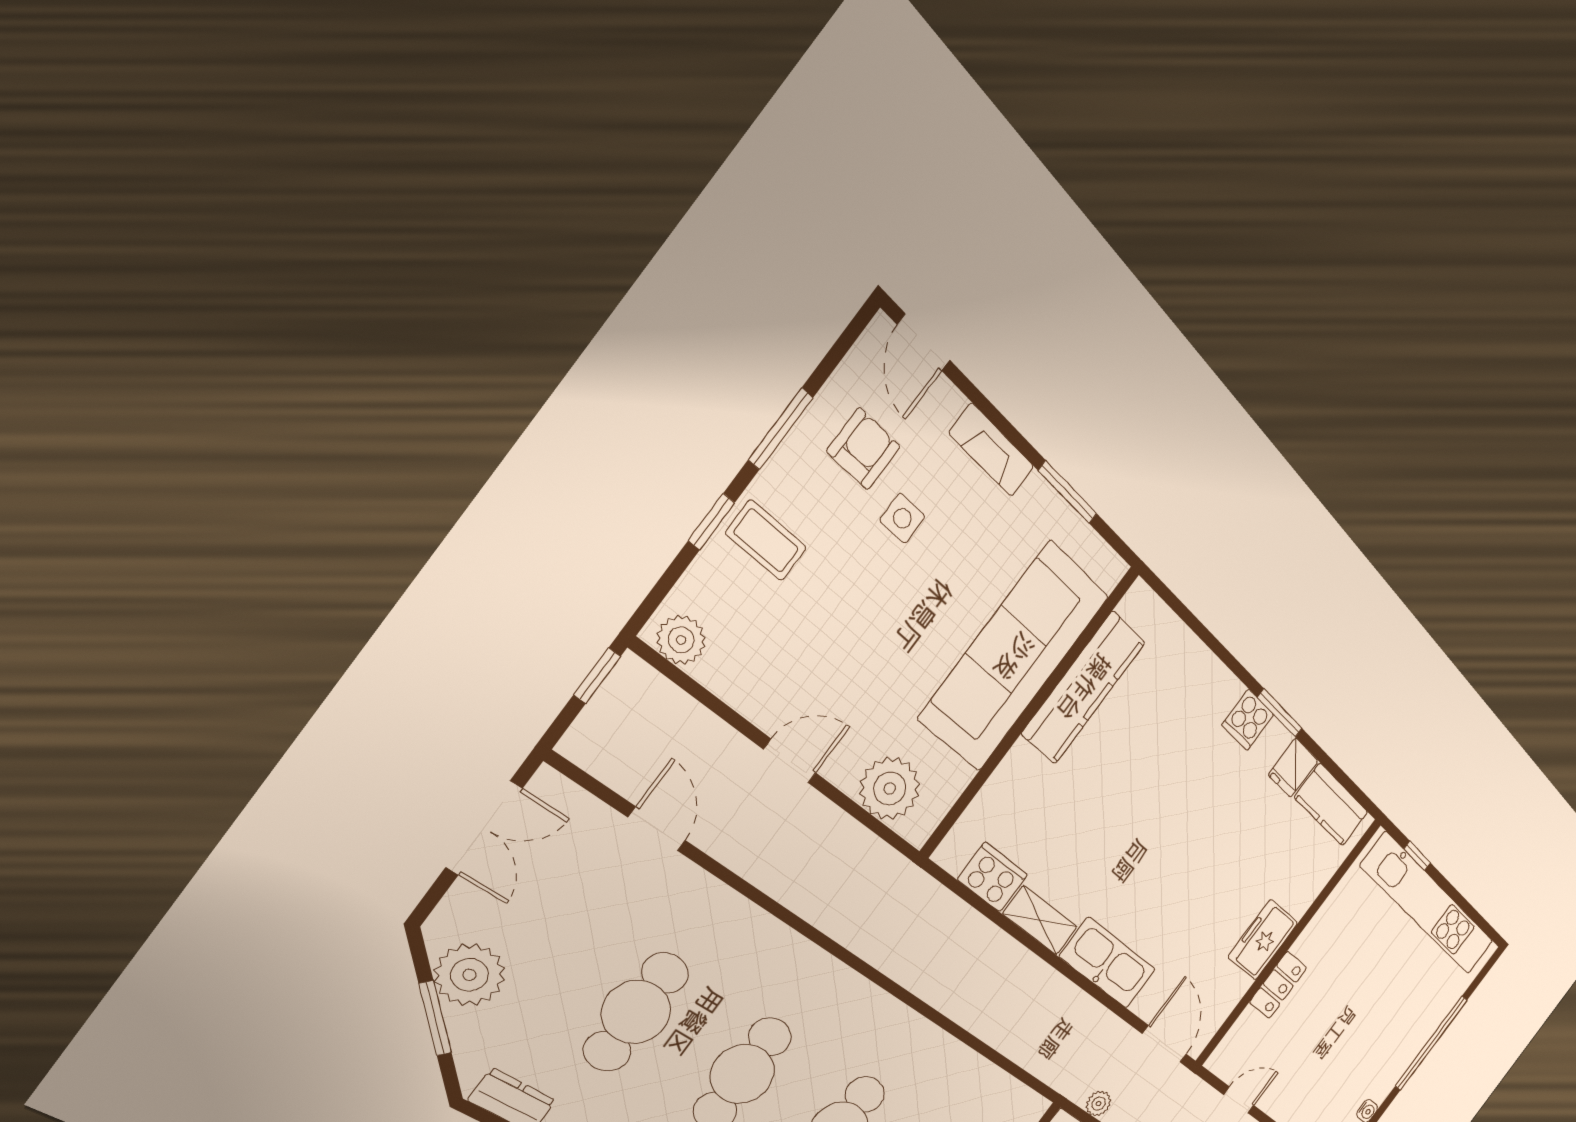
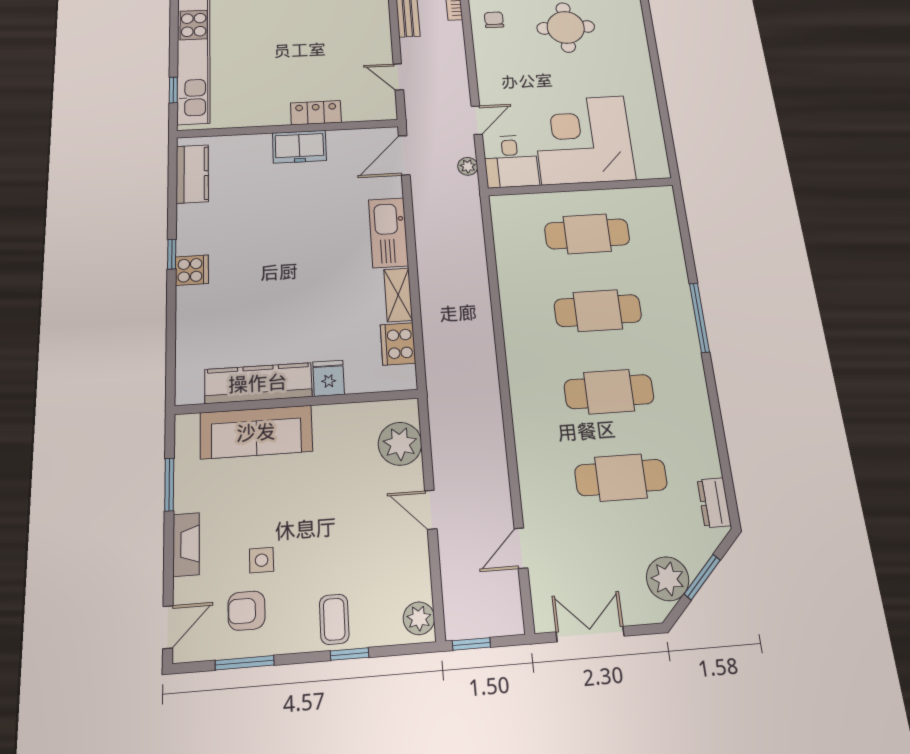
window: (781, 429) -> (245, 663), moved
sofa: (1014, 657) -> (256, 432), width x0.74, depth x0.79
window: (1280, 713) -> (172, 254), width x0.67
fridge: (1293, 768) -> (329, 378), moved, turned -90

